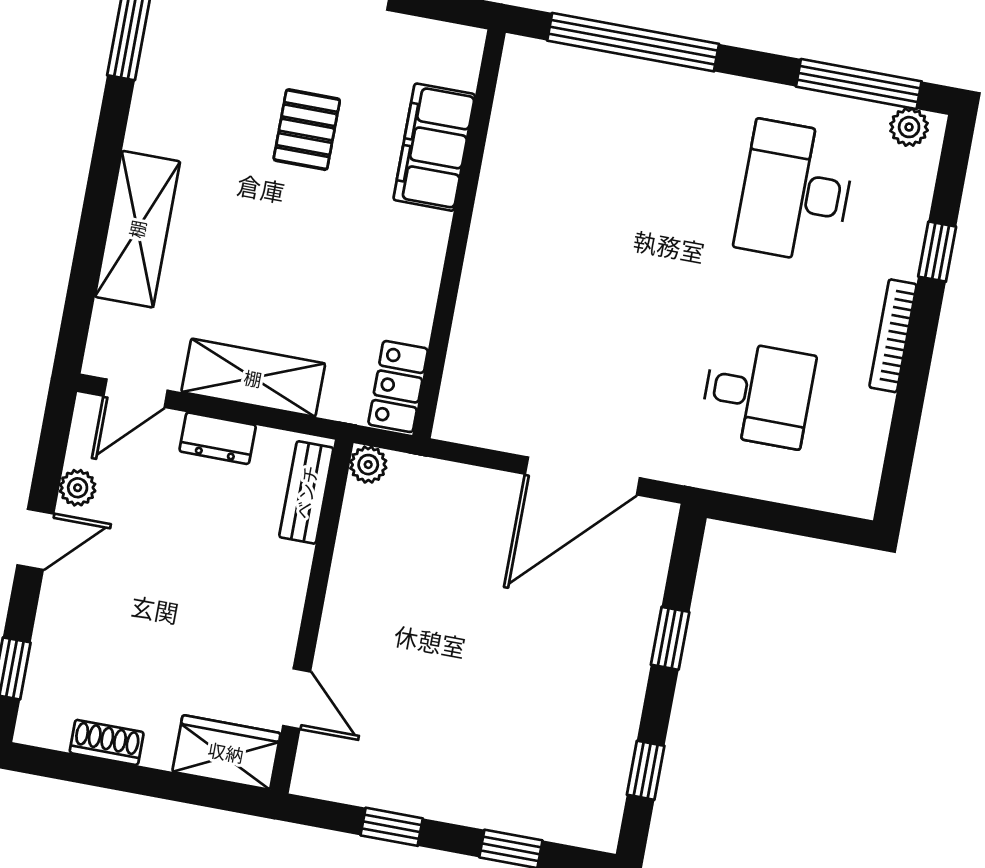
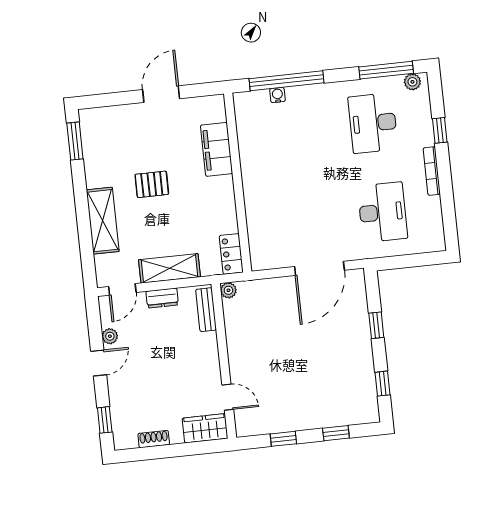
water cooler: (604, 68) -> (277, 95), added
pallet: (307, 130) -> (152, 184), moved, turned 90
desk: (758, 394) -> (382, 212), width x1.37

